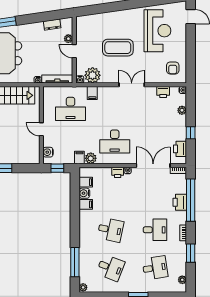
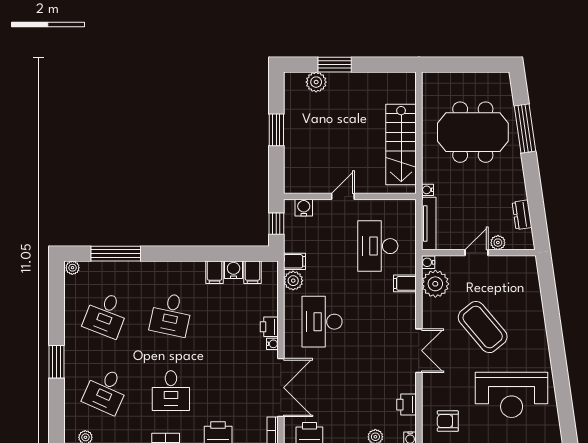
coffee table: (118, 48) -> (483, 327), turned -40
desk: (155, 268) -> (106, 391), turned 33

